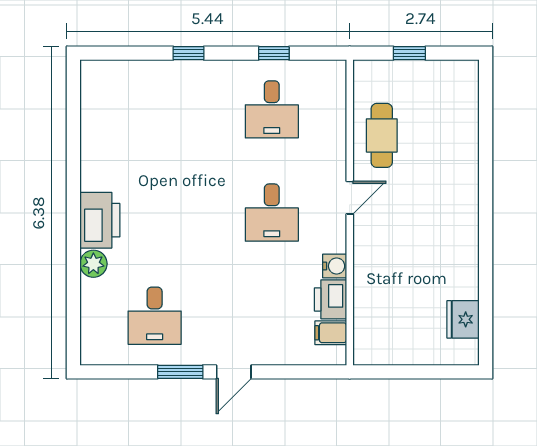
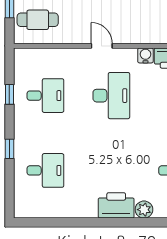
desk: (155, 109) -> (45, 170), added
cafe table: (382, 135) -> (38, 20), moved
desk: (272, 213) -> (111, 96), width x1.37

